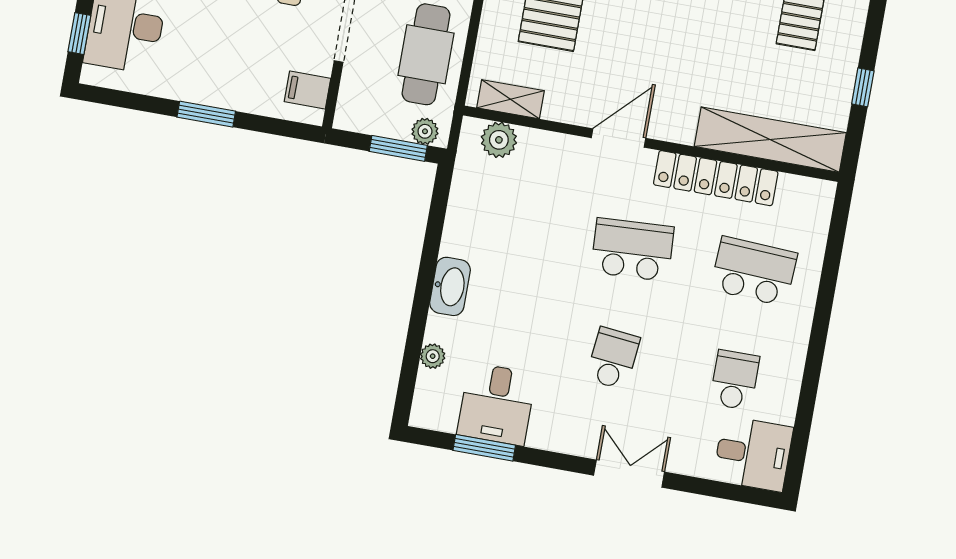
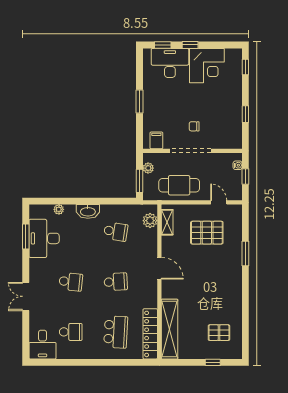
window: (863, 87) -> (213, 362), moved
plant: (425, 131) -> (148, 168), moved
locker: (716, 178) -> (150, 334), moved
school desk: (511, 228) -> (116, 232), added
school desk: (632, 250) -> (116, 282), width x0.54
desk: (497, 404) -> (44, 238), width x1.37
double door: (629, 474) -> (26, 296), swing flipped

